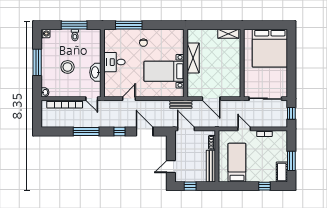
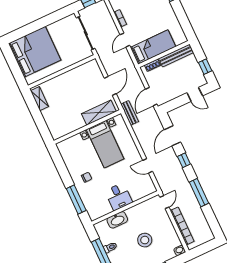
shelving: (193, 58) -> (99, 113), moved
washbasin: (95, 72) -> (117, 220), moved
bed: (237, 163) -> (153, 47), moved, turned 180

